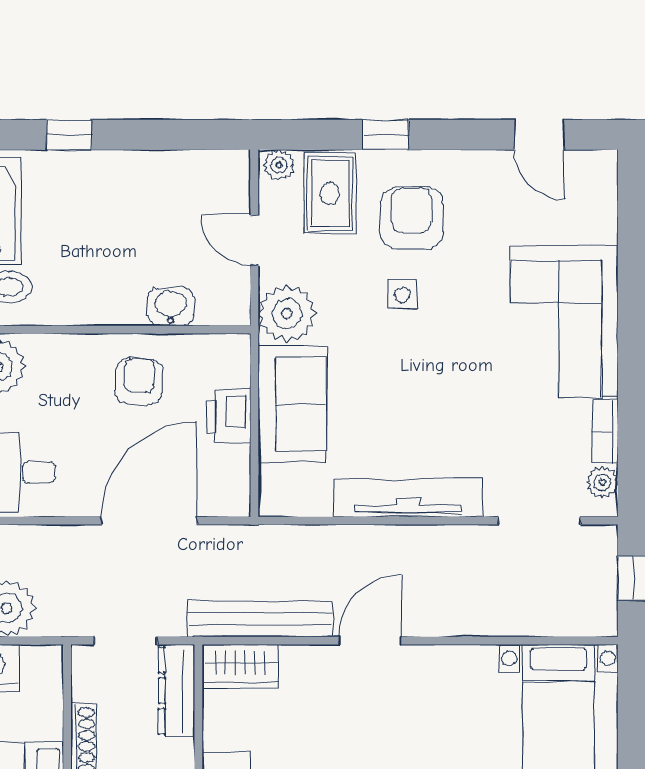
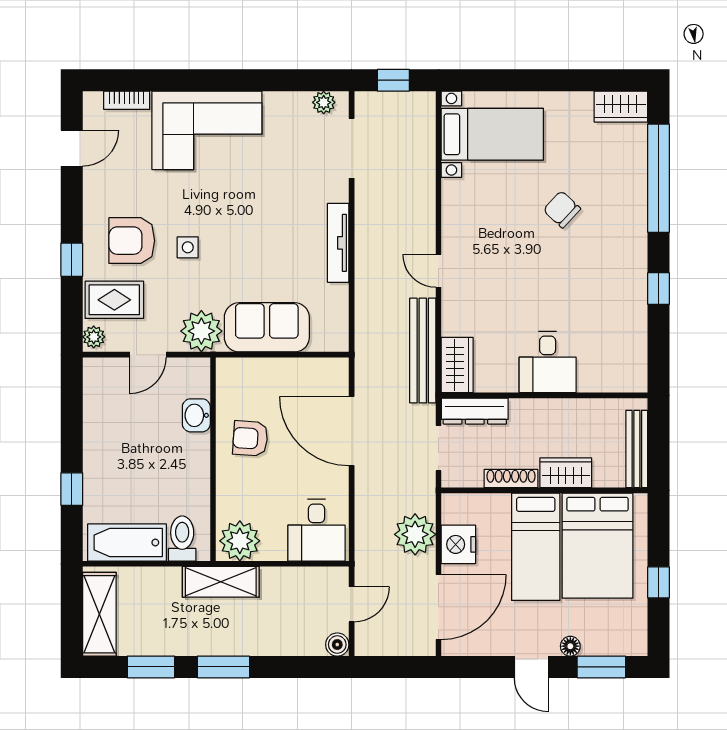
printer: (229, 416) -> (276, 373), removed
bookcase: (605, 432) -> (127, 100), moved
tv unit: (409, 498) -> (338, 243), width x0.73, depth x0.78
door: (370, 641) -> (438, 271), width x0.73

